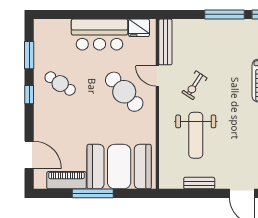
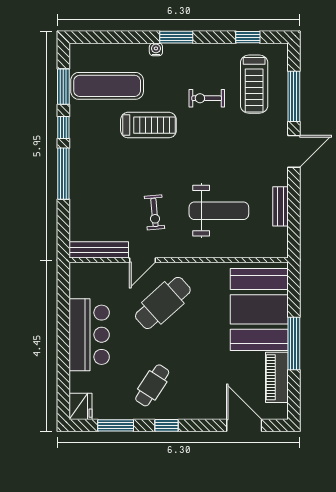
fridge: (139, 28) -> (80, 406), moved
exercise bike: (194, 85) -> (154, 212), turned 52
door: (29, 155) -> (244, 425), hinge flipped

